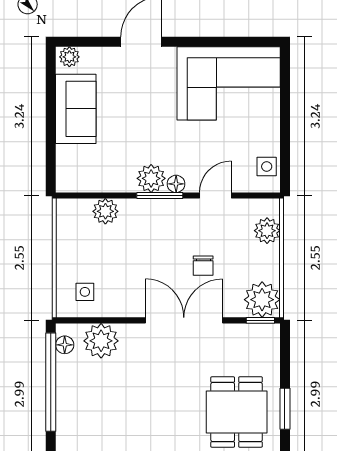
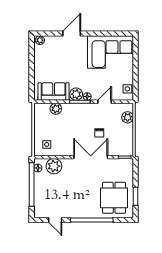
sofa: (76, 109) -> (54, 92), moved, turned -90
plant: (262, 300) -> (125, 148), removed

